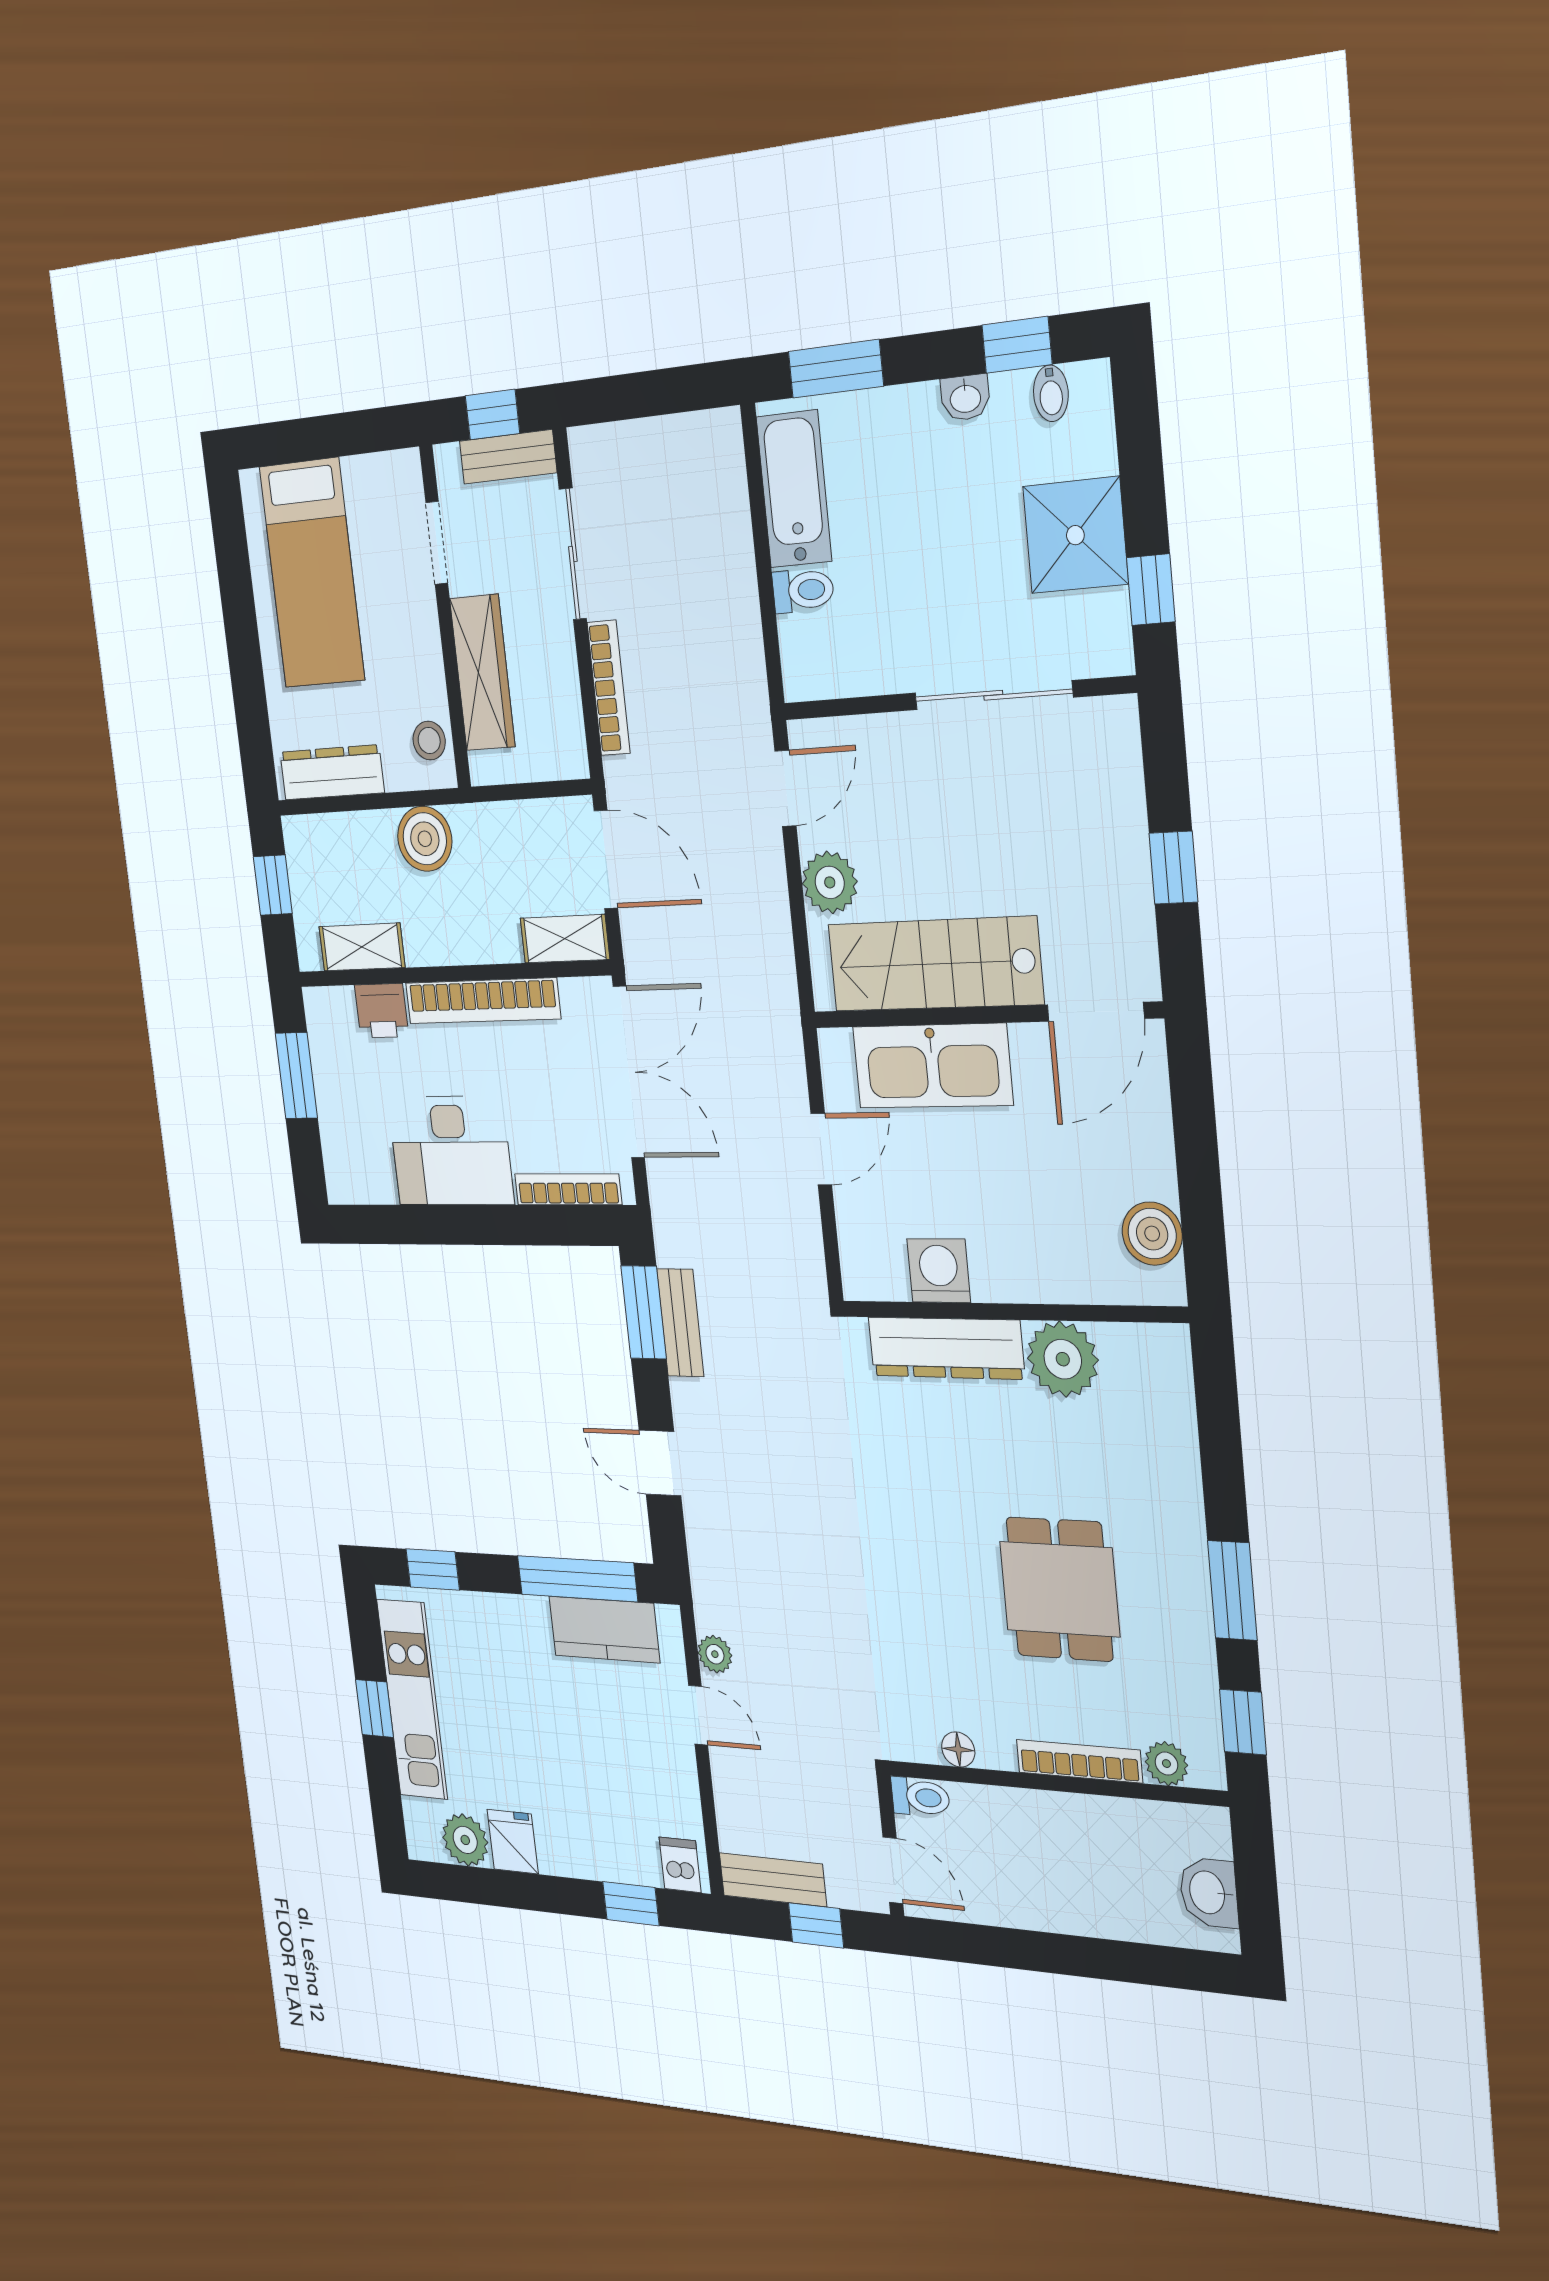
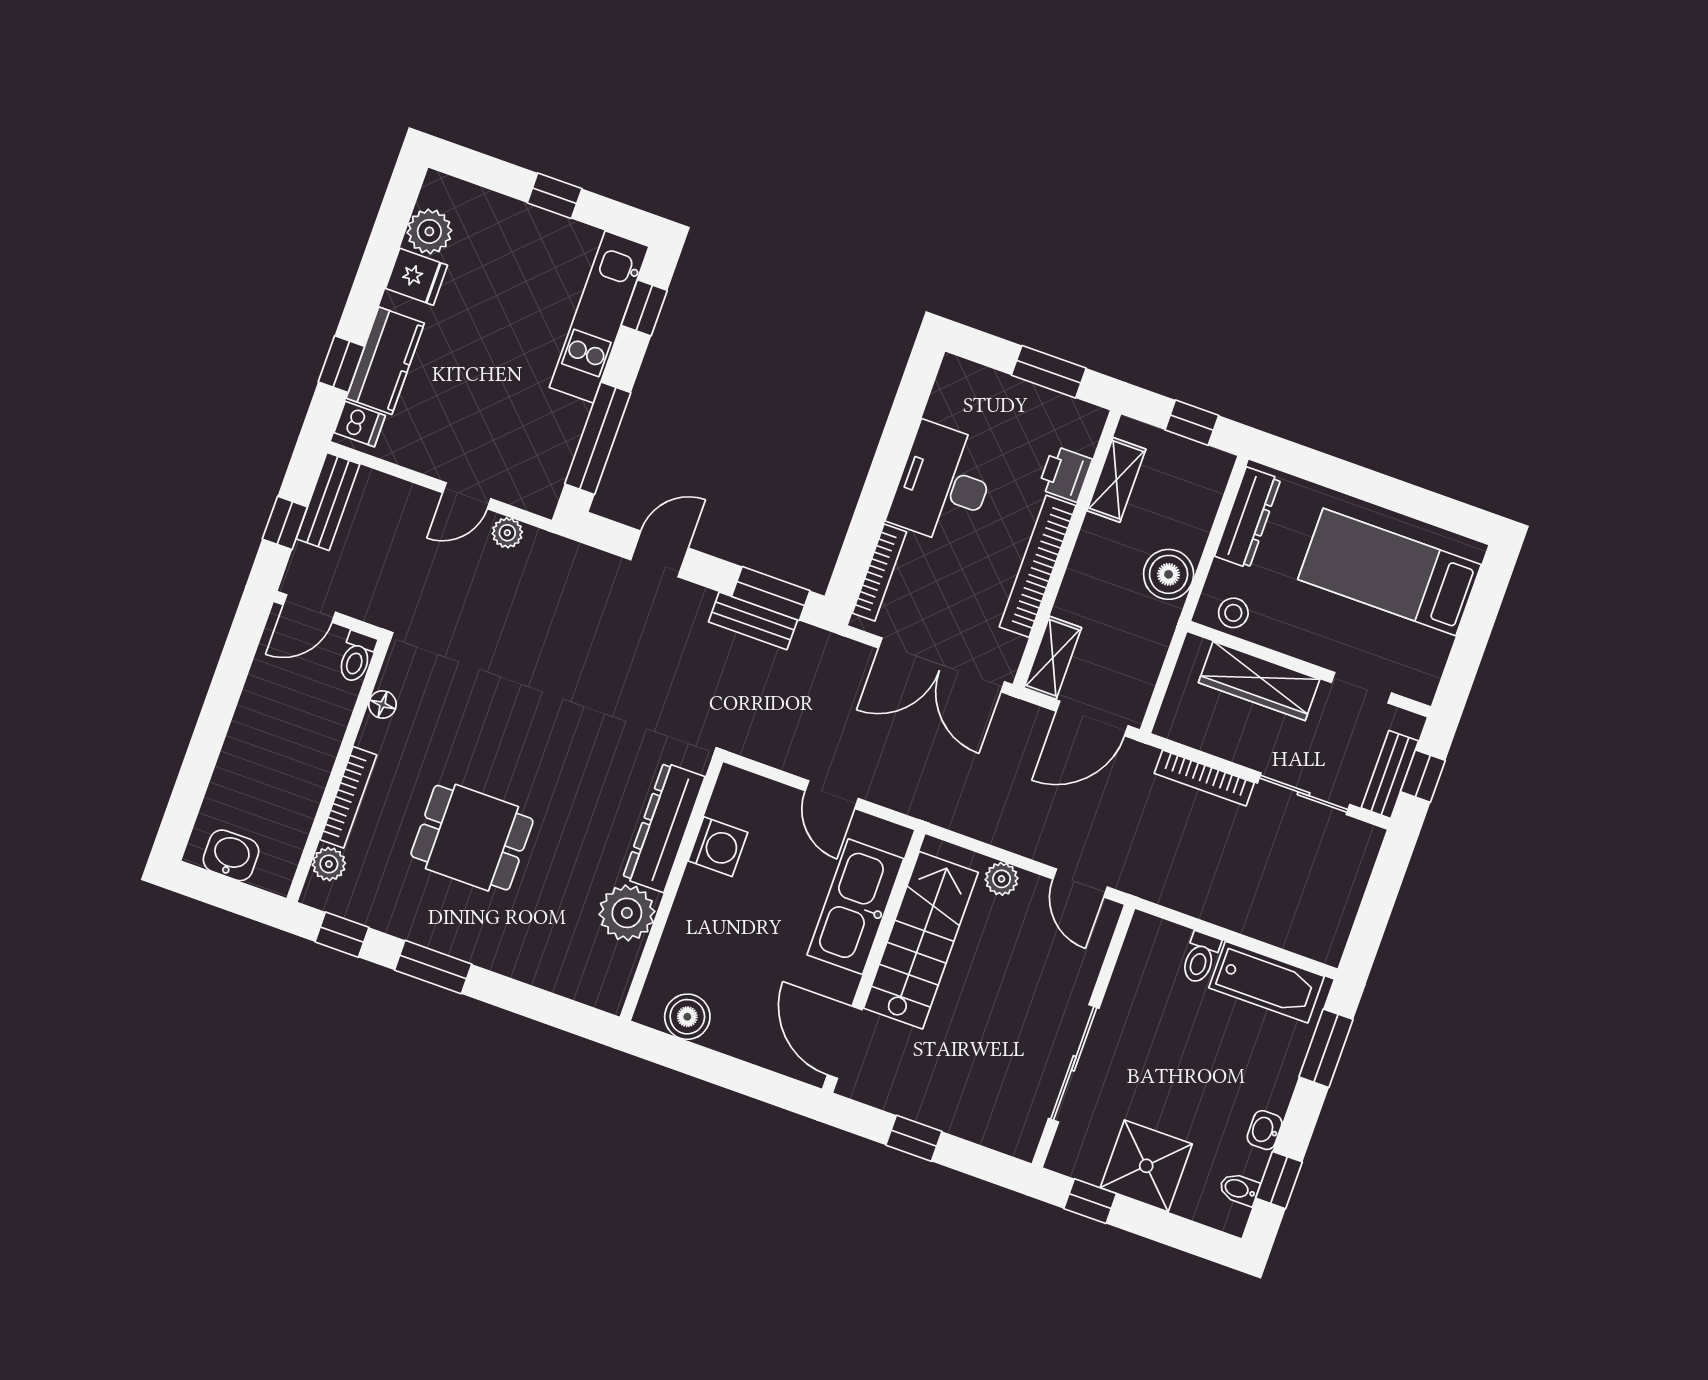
plant: (830, 882) -> (1002, 879), width x0.73, depth x0.73
kitchen counter: (604, 1630) -> (385, 361), moved, turned 180
kitchen unit: (412, 1699) -> (599, 317), moved, turned 90

